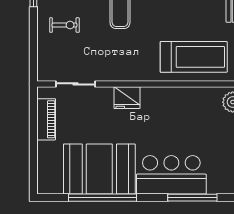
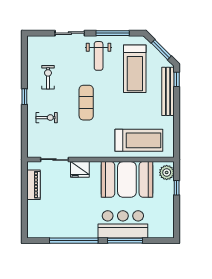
fridge: (127, 98) -> (80, 169), moved
booth: (99, 169) -> (127, 179), moved
window: (192, 198) -> (125, 241), moved

